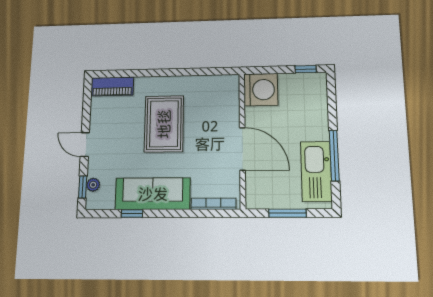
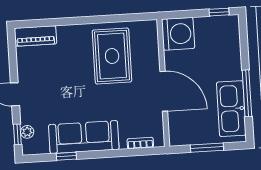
rug: (164, 124) -> (112, 56), moved
bookcase: (213, 204) -> (140, 143), width x0.64

